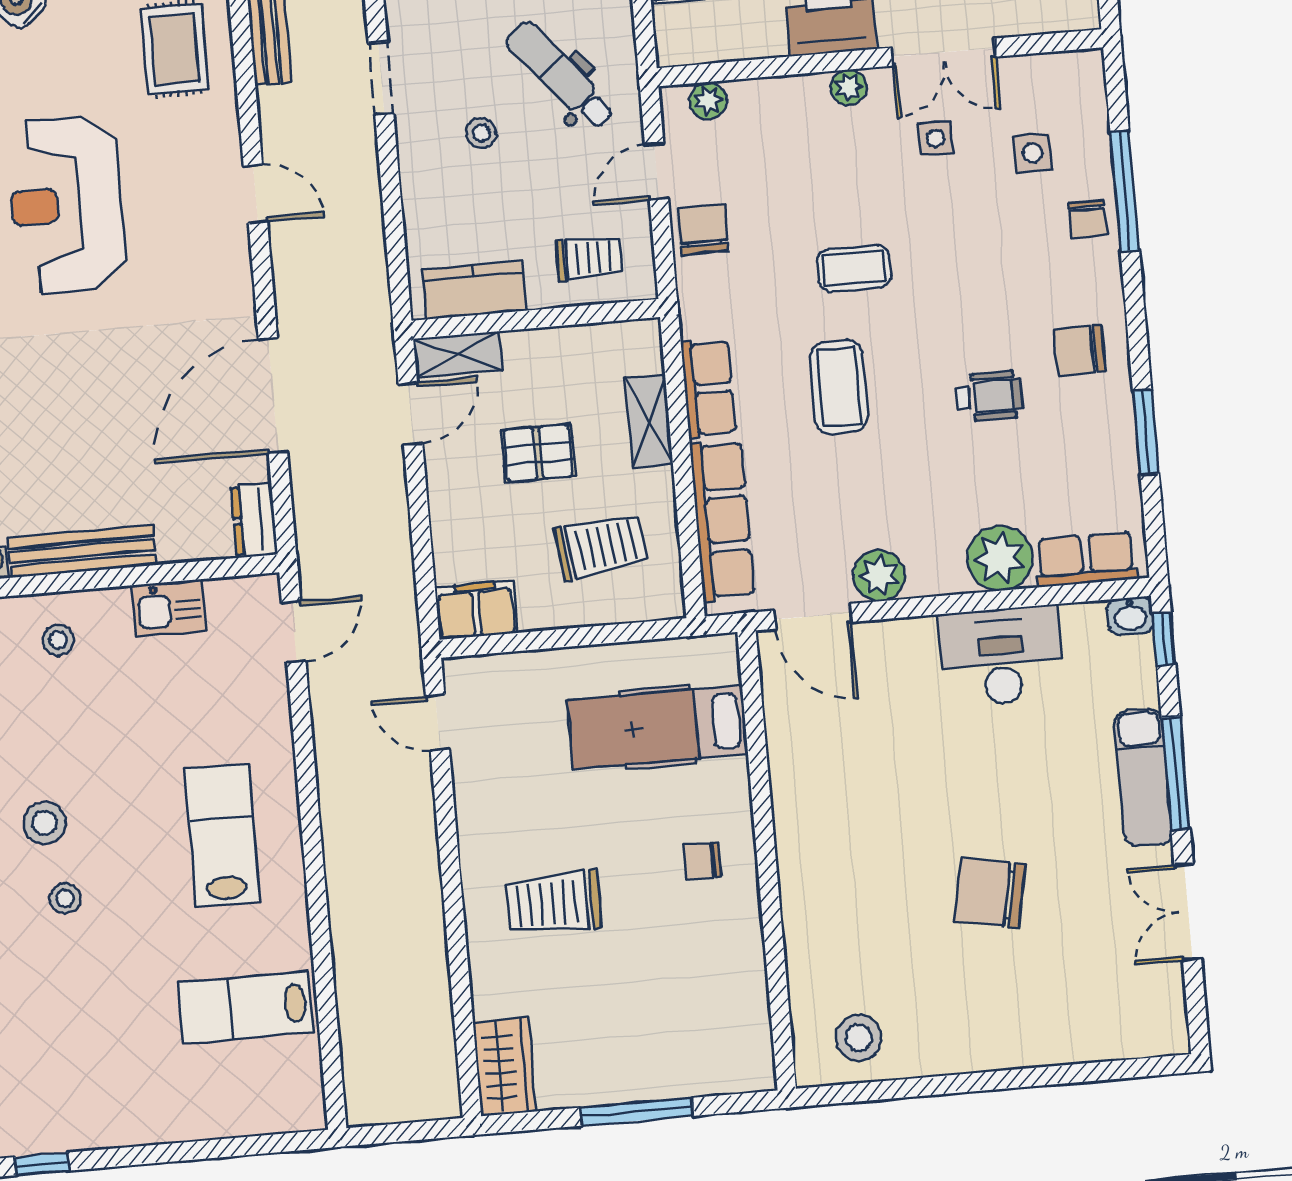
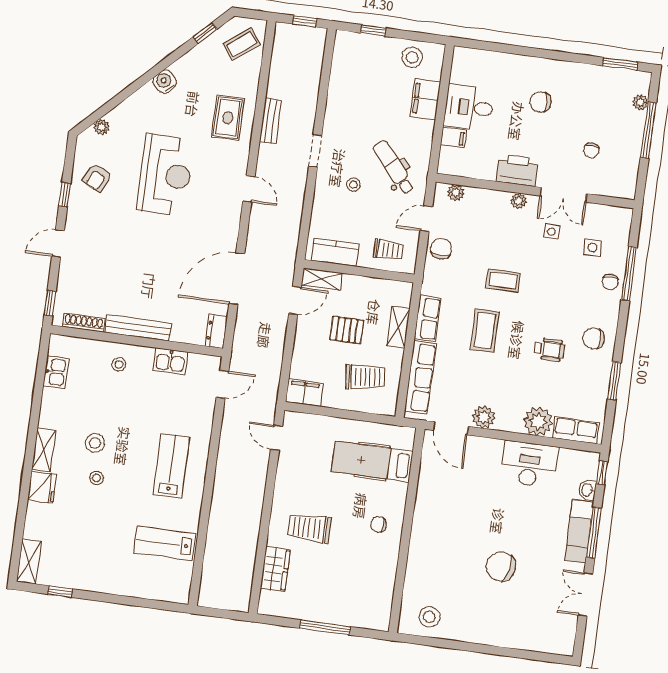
reception desk: (66, 204) -> (165, 175), turned 180
washbasin: (1130, 616) -> (587, 490), moved, turned 90
wardrobe: (504, 1067) -> (275, 569), moved

